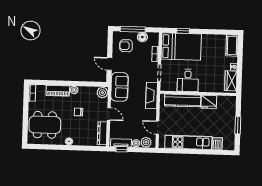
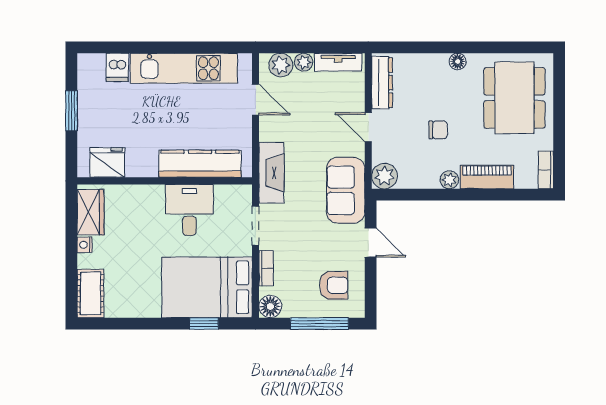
floor lamp: (142, 37) -> (270, 306), moved
fridge: (209, 102) -> (107, 162), moved
dining table: (45, 125) -> (514, 98), turned 90
window: (122, 149) -> (336, 47), removed

